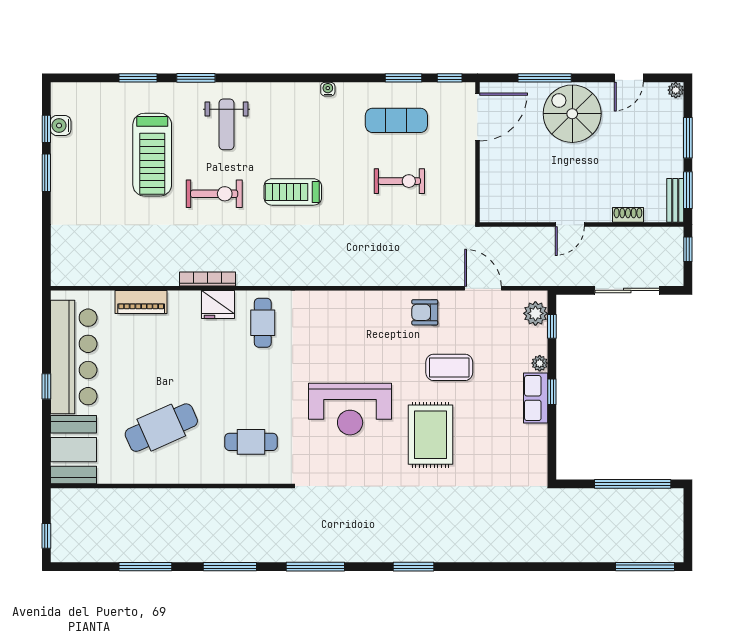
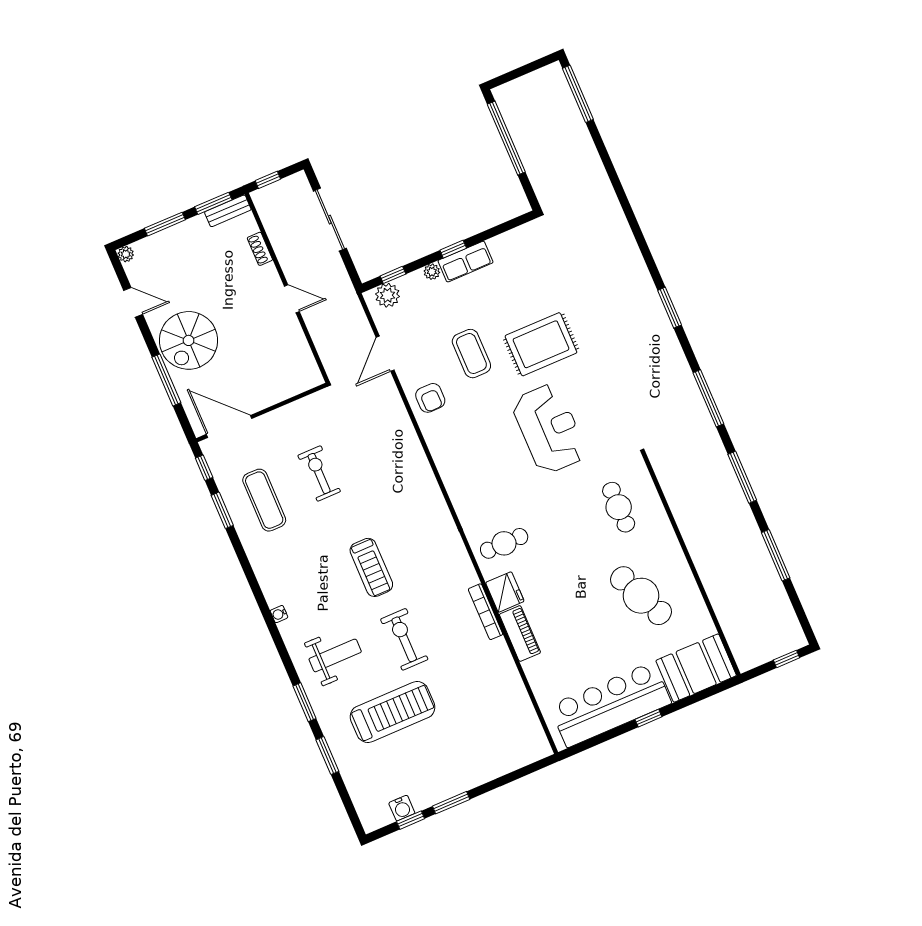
water cooler: (328, 89) -> (279, 614), moved
piano: (141, 302) -> (520, 633), moved

